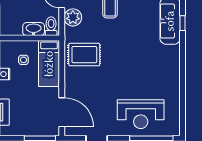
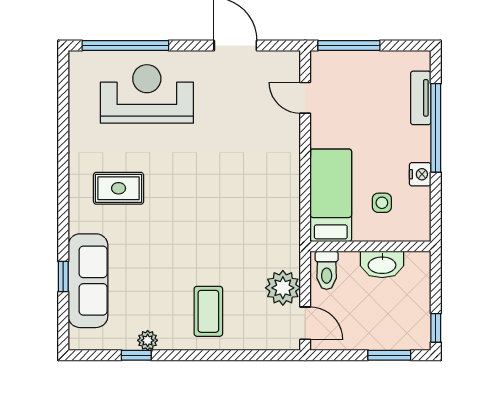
washbasin: (34, 29) -> (382, 264), moved
rug: (84, 55) -> (119, 188), moved, width x0.73, depth x0.70
door: (62, 112) -> (305, 98), width x0.53

